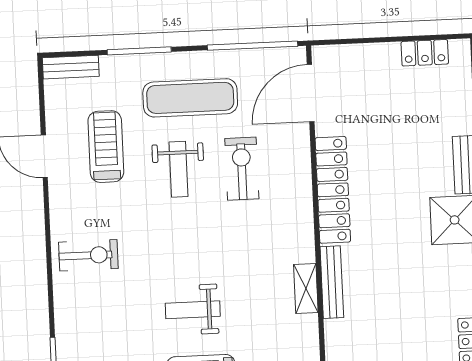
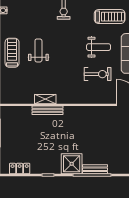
weight bench: (178, 169) -> (99, 47), turned 180
locker: (333, 190) -> (87, 112), removed

